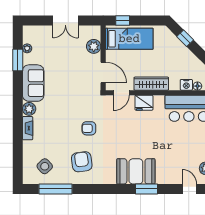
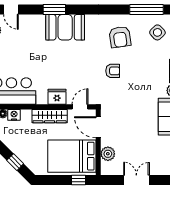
bed: (129, 39) -> (72, 156), width x1.50

